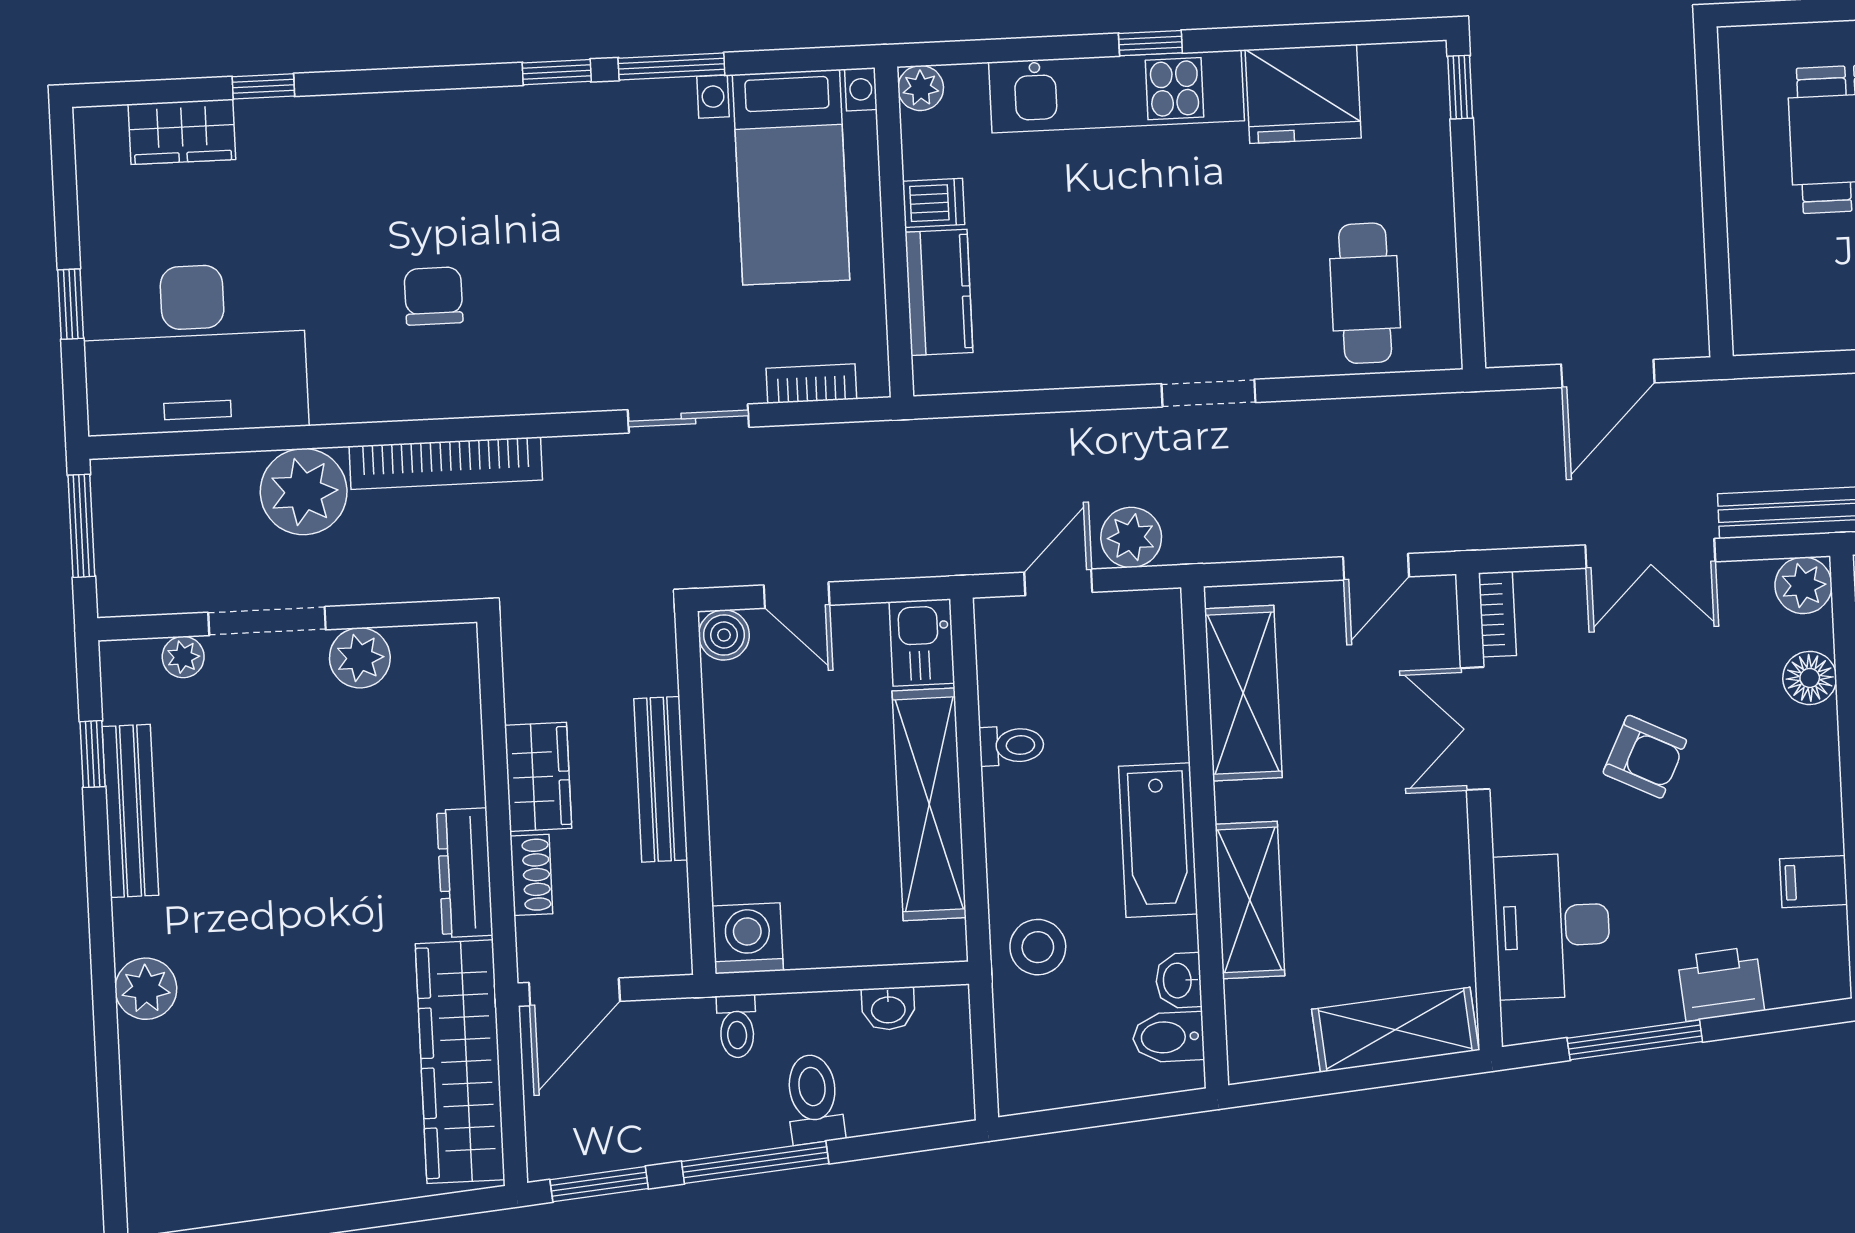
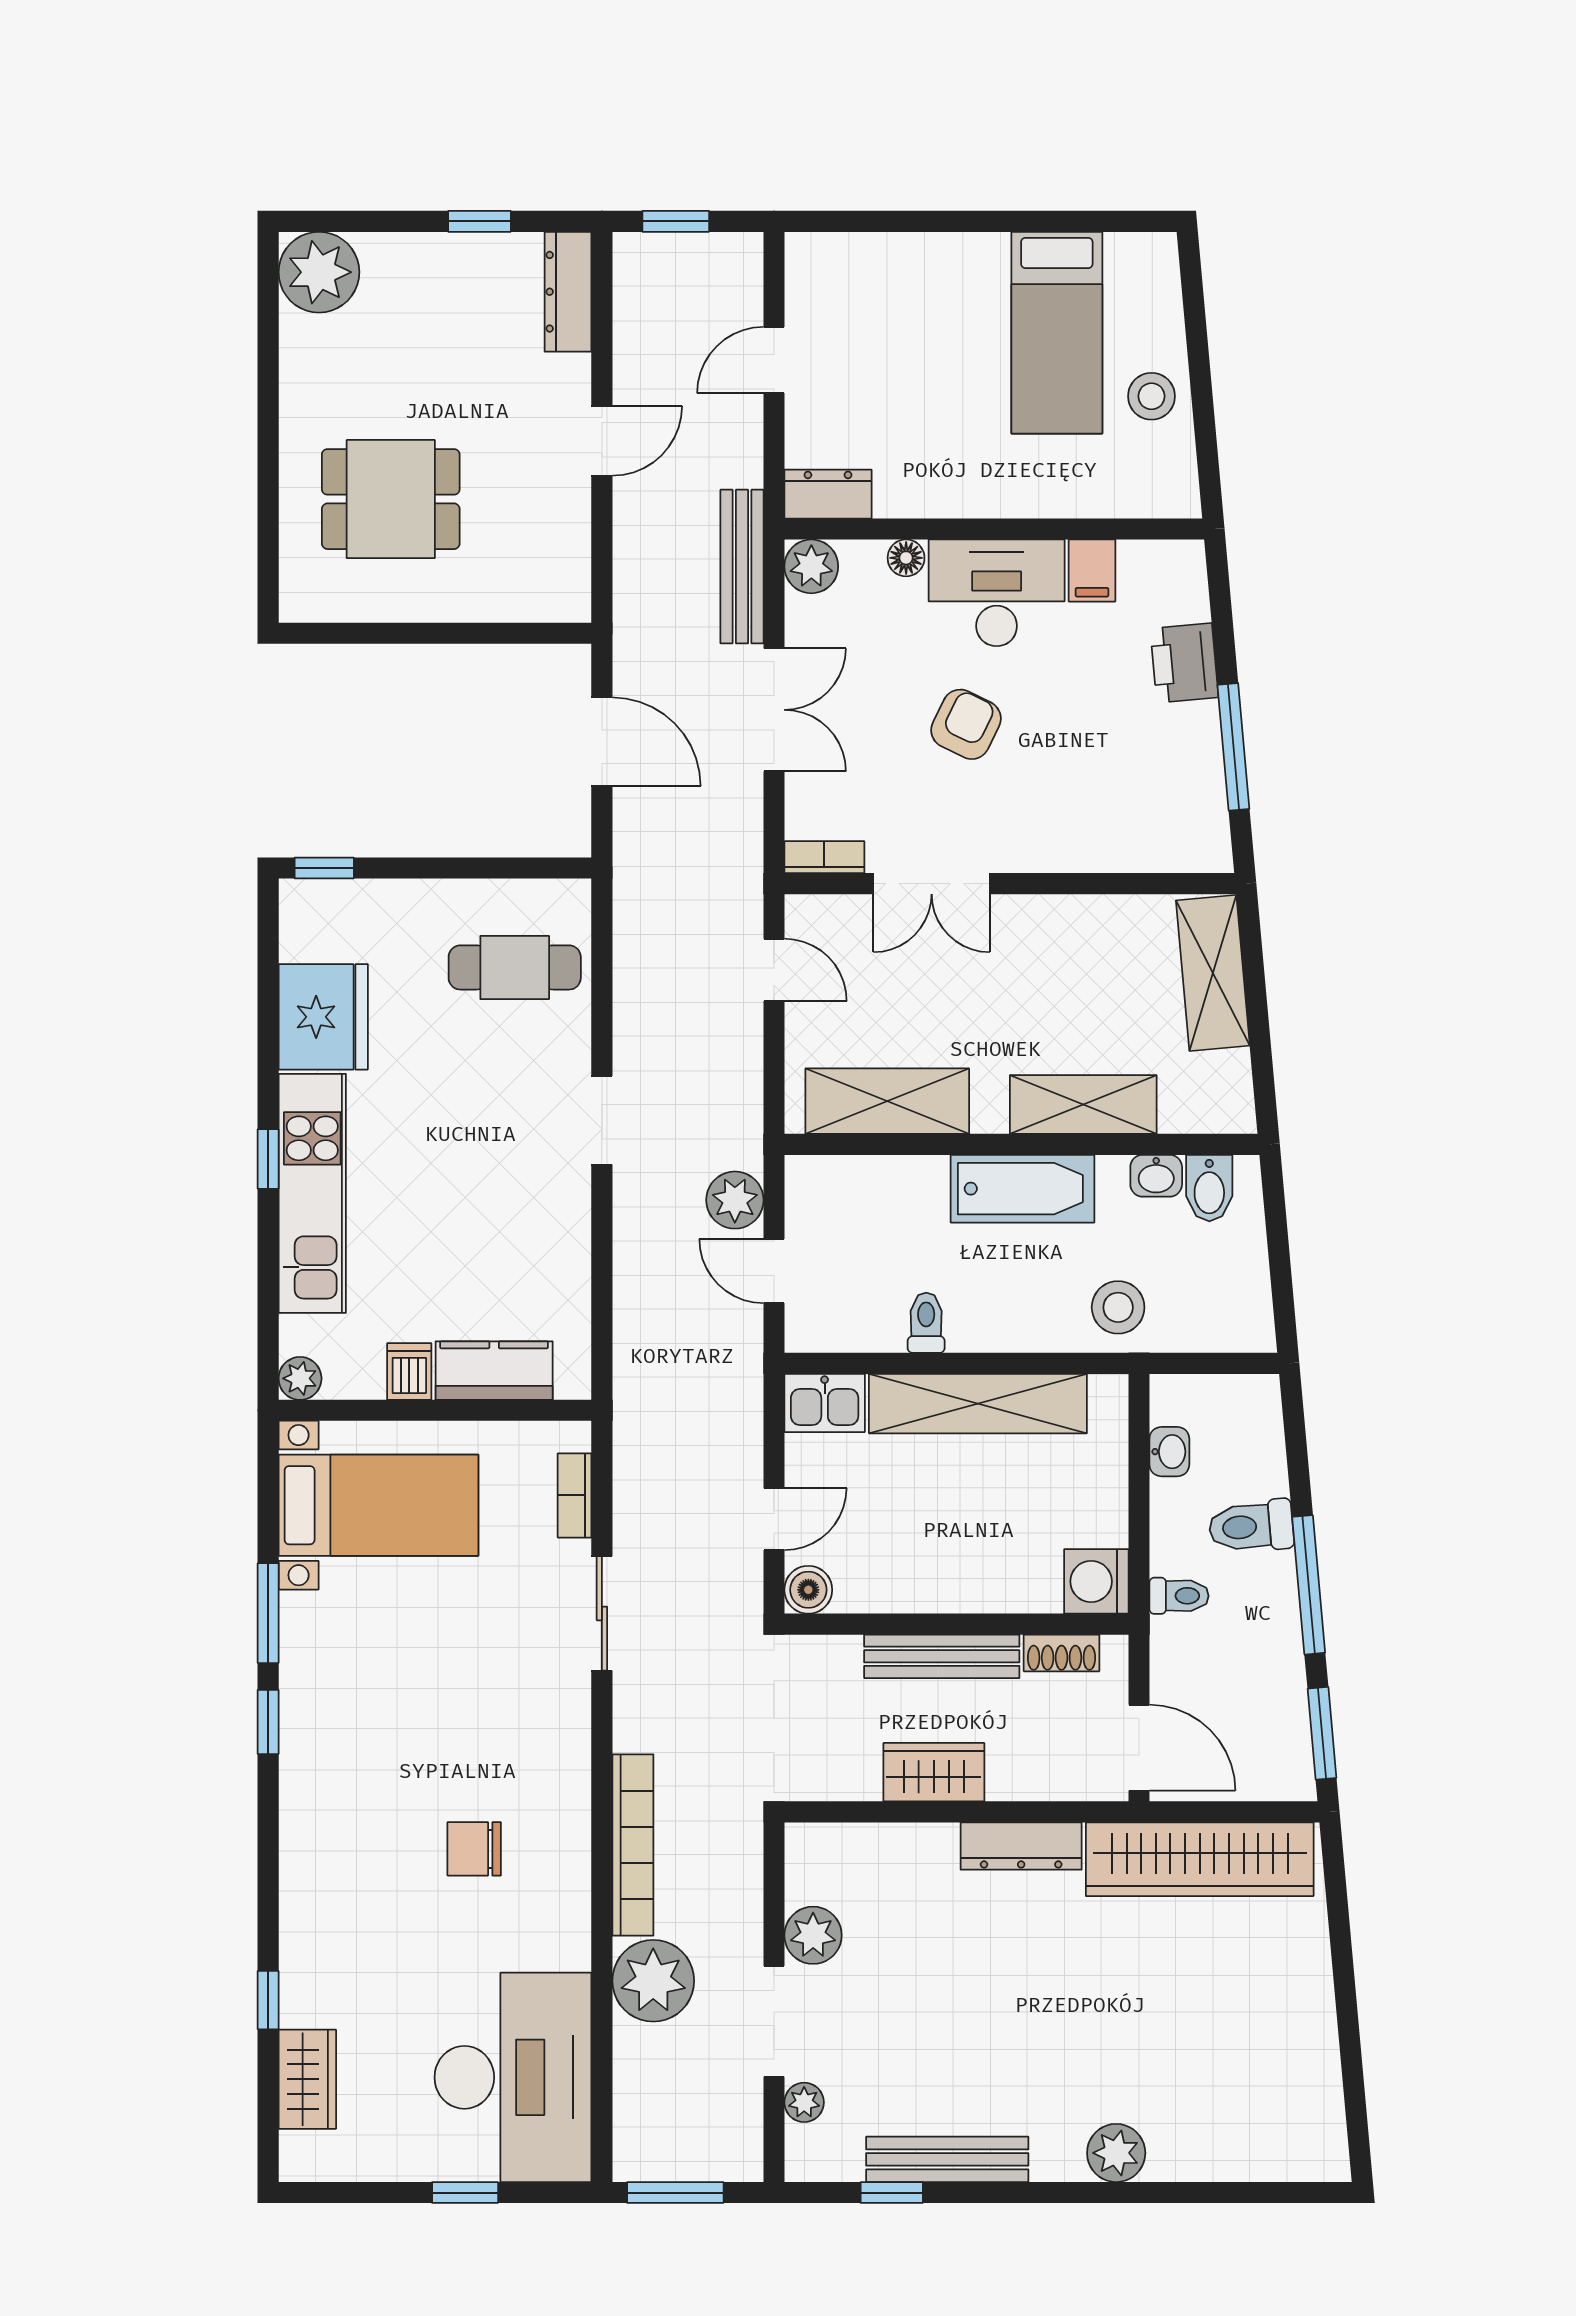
floor lamp: (1810, 678) -> (906, 558), width x0.73, depth x0.73
shoe rack: (531, 875) -> (1062, 1653), moved, turned 180
desk: (1552, 926) -> (997, 593), moved, turned 180

